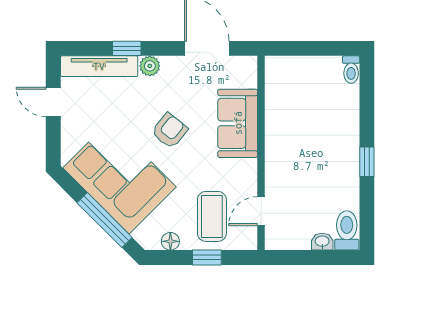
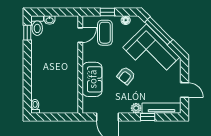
window: (367, 162) -> (27, 33), moved

